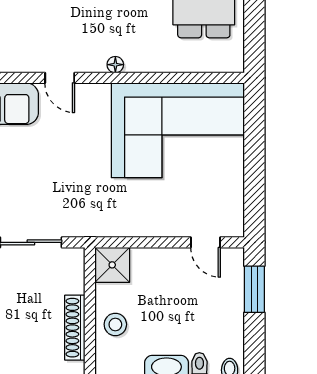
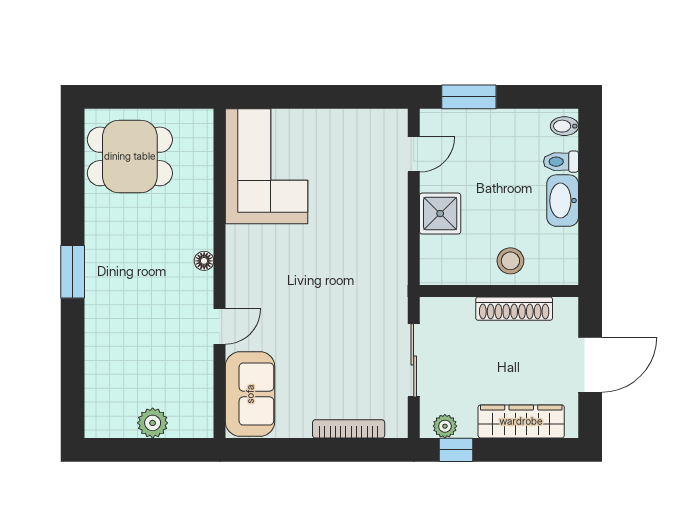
corner sofa: (178, 130) -> (267, 166), width x0.73, depth x0.74
shower: (112, 265) -> (440, 214), moved

